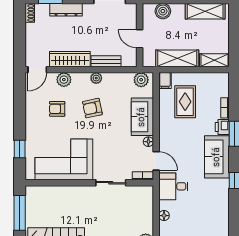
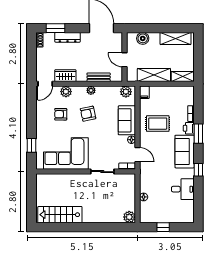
wardrobe: (70, 59) -> (65, 76), width x0.67
rug: (185, 102) -> (158, 124), moved, turned 90
desk: (173, 186) -> (183, 189), moved, turned 180
window: (20, 213) -> (31, 195), removed

